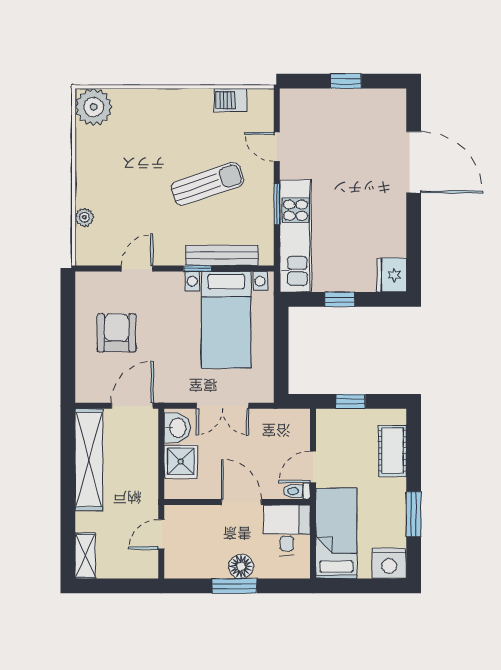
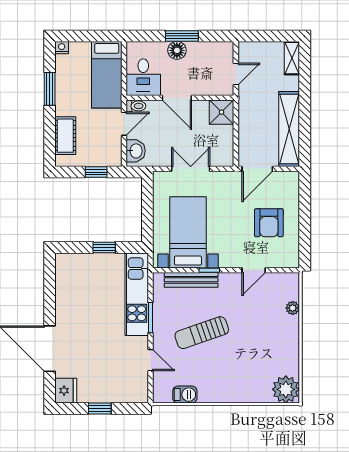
fridge: (392, 275) -> (66, 391), moved
washbasin: (177, 428) -> (136, 151), moved, turned 180
shower: (181, 461) -> (222, 112), moved
nightstand: (389, 563) -> (62, 48), width x0.53, depth x0.56

